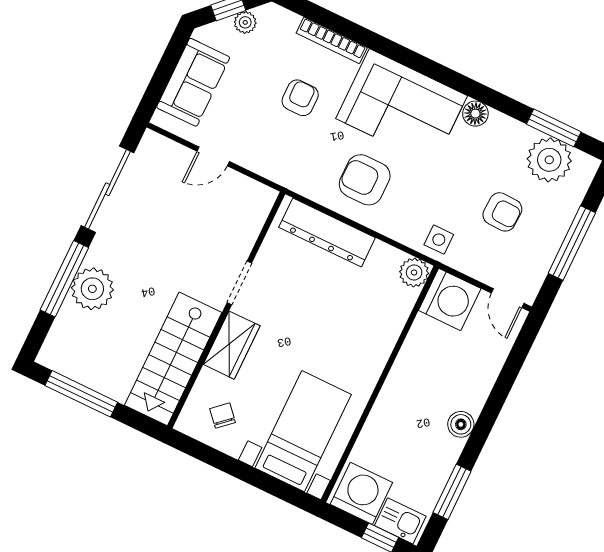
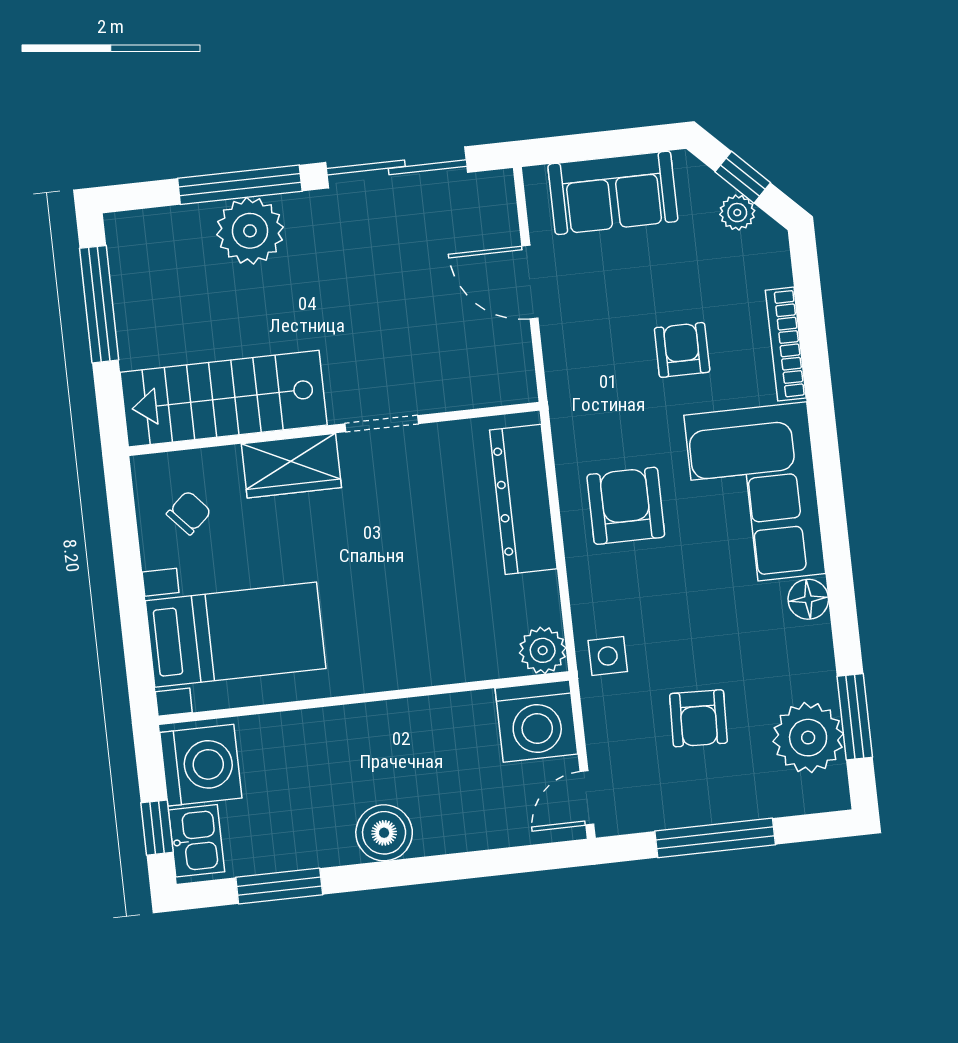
armchair: (300, 98) -> (682, 350), turned -90
door: (213, 156) -> (530, 282), width x1.38
boiler: (461, 424) -> (384, 833), width x1.36, depth x1.36

